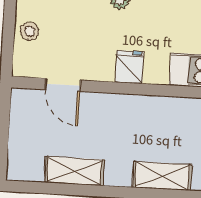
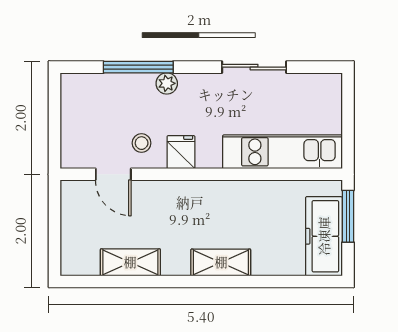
stool: (29, 31) -> (142, 143), moved

